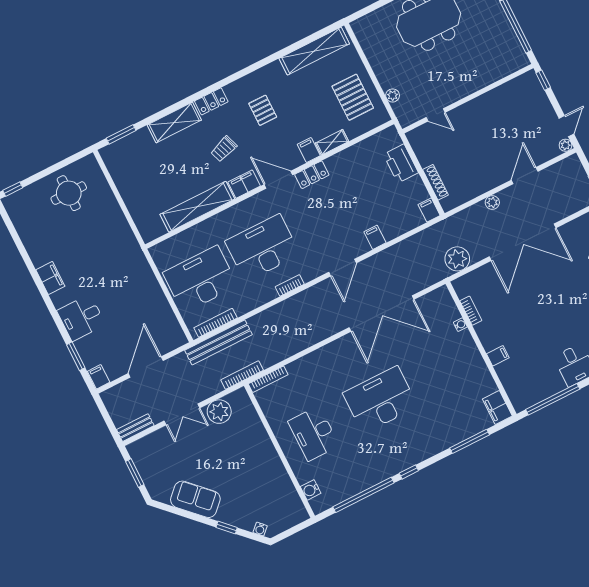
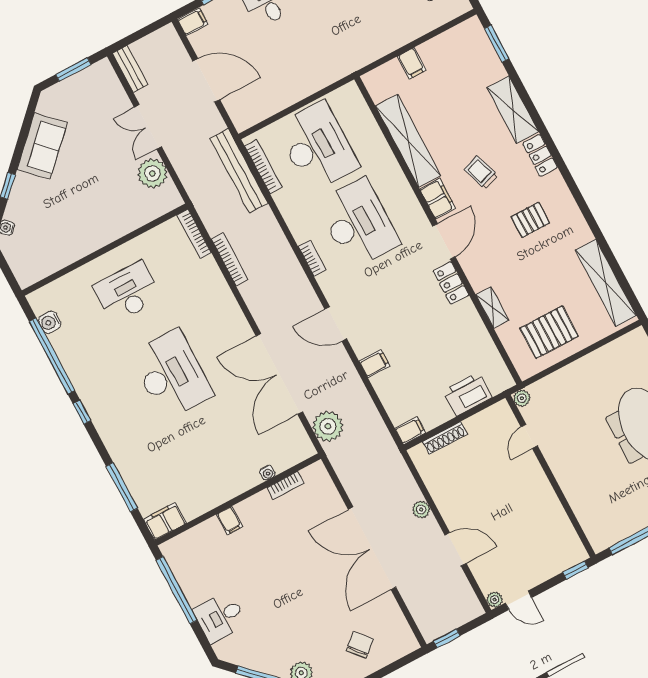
plant: (393, 95) -> (522, 398), moved
filing cabinet: (309, 150) -> (412, 63), moved, turned 90
plant: (457, 259) -> (328, 426), moved
bookcase: (242, 375) -> (230, 259), moved
water cooler: (311, 490) -> (50, 322), moved, turned -90

